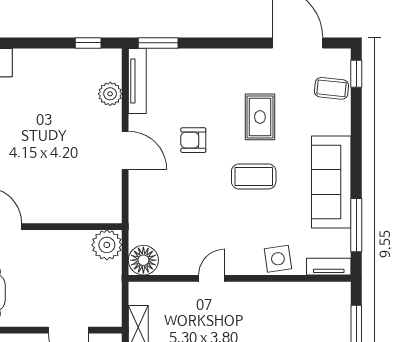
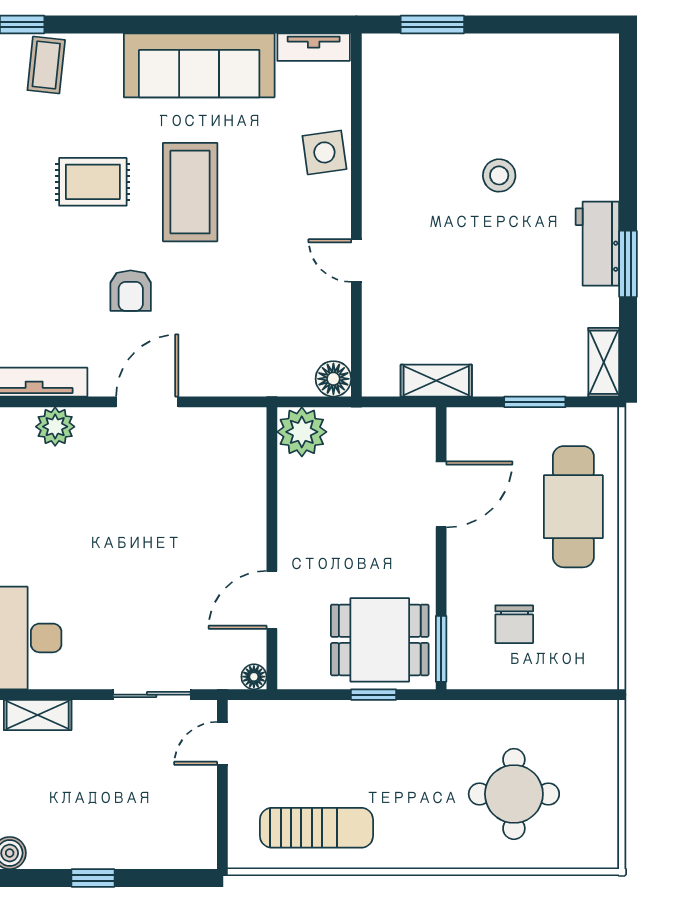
coffee table: (254, 176) -> (190, 192), width x1.36, depth x1.32
window: (356, 225) -> (269, 24), removed
floor lamp: (143, 260) -> (333, 379), width x0.73, depth x0.73
tv unit: (329, 267) -> (314, 47), moved, turned -90

